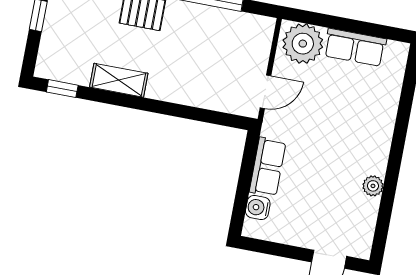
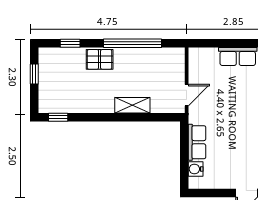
plant: (303, 44) -> (204, 60), removed
shelving: (119, 80) -> (132, 105), moved

